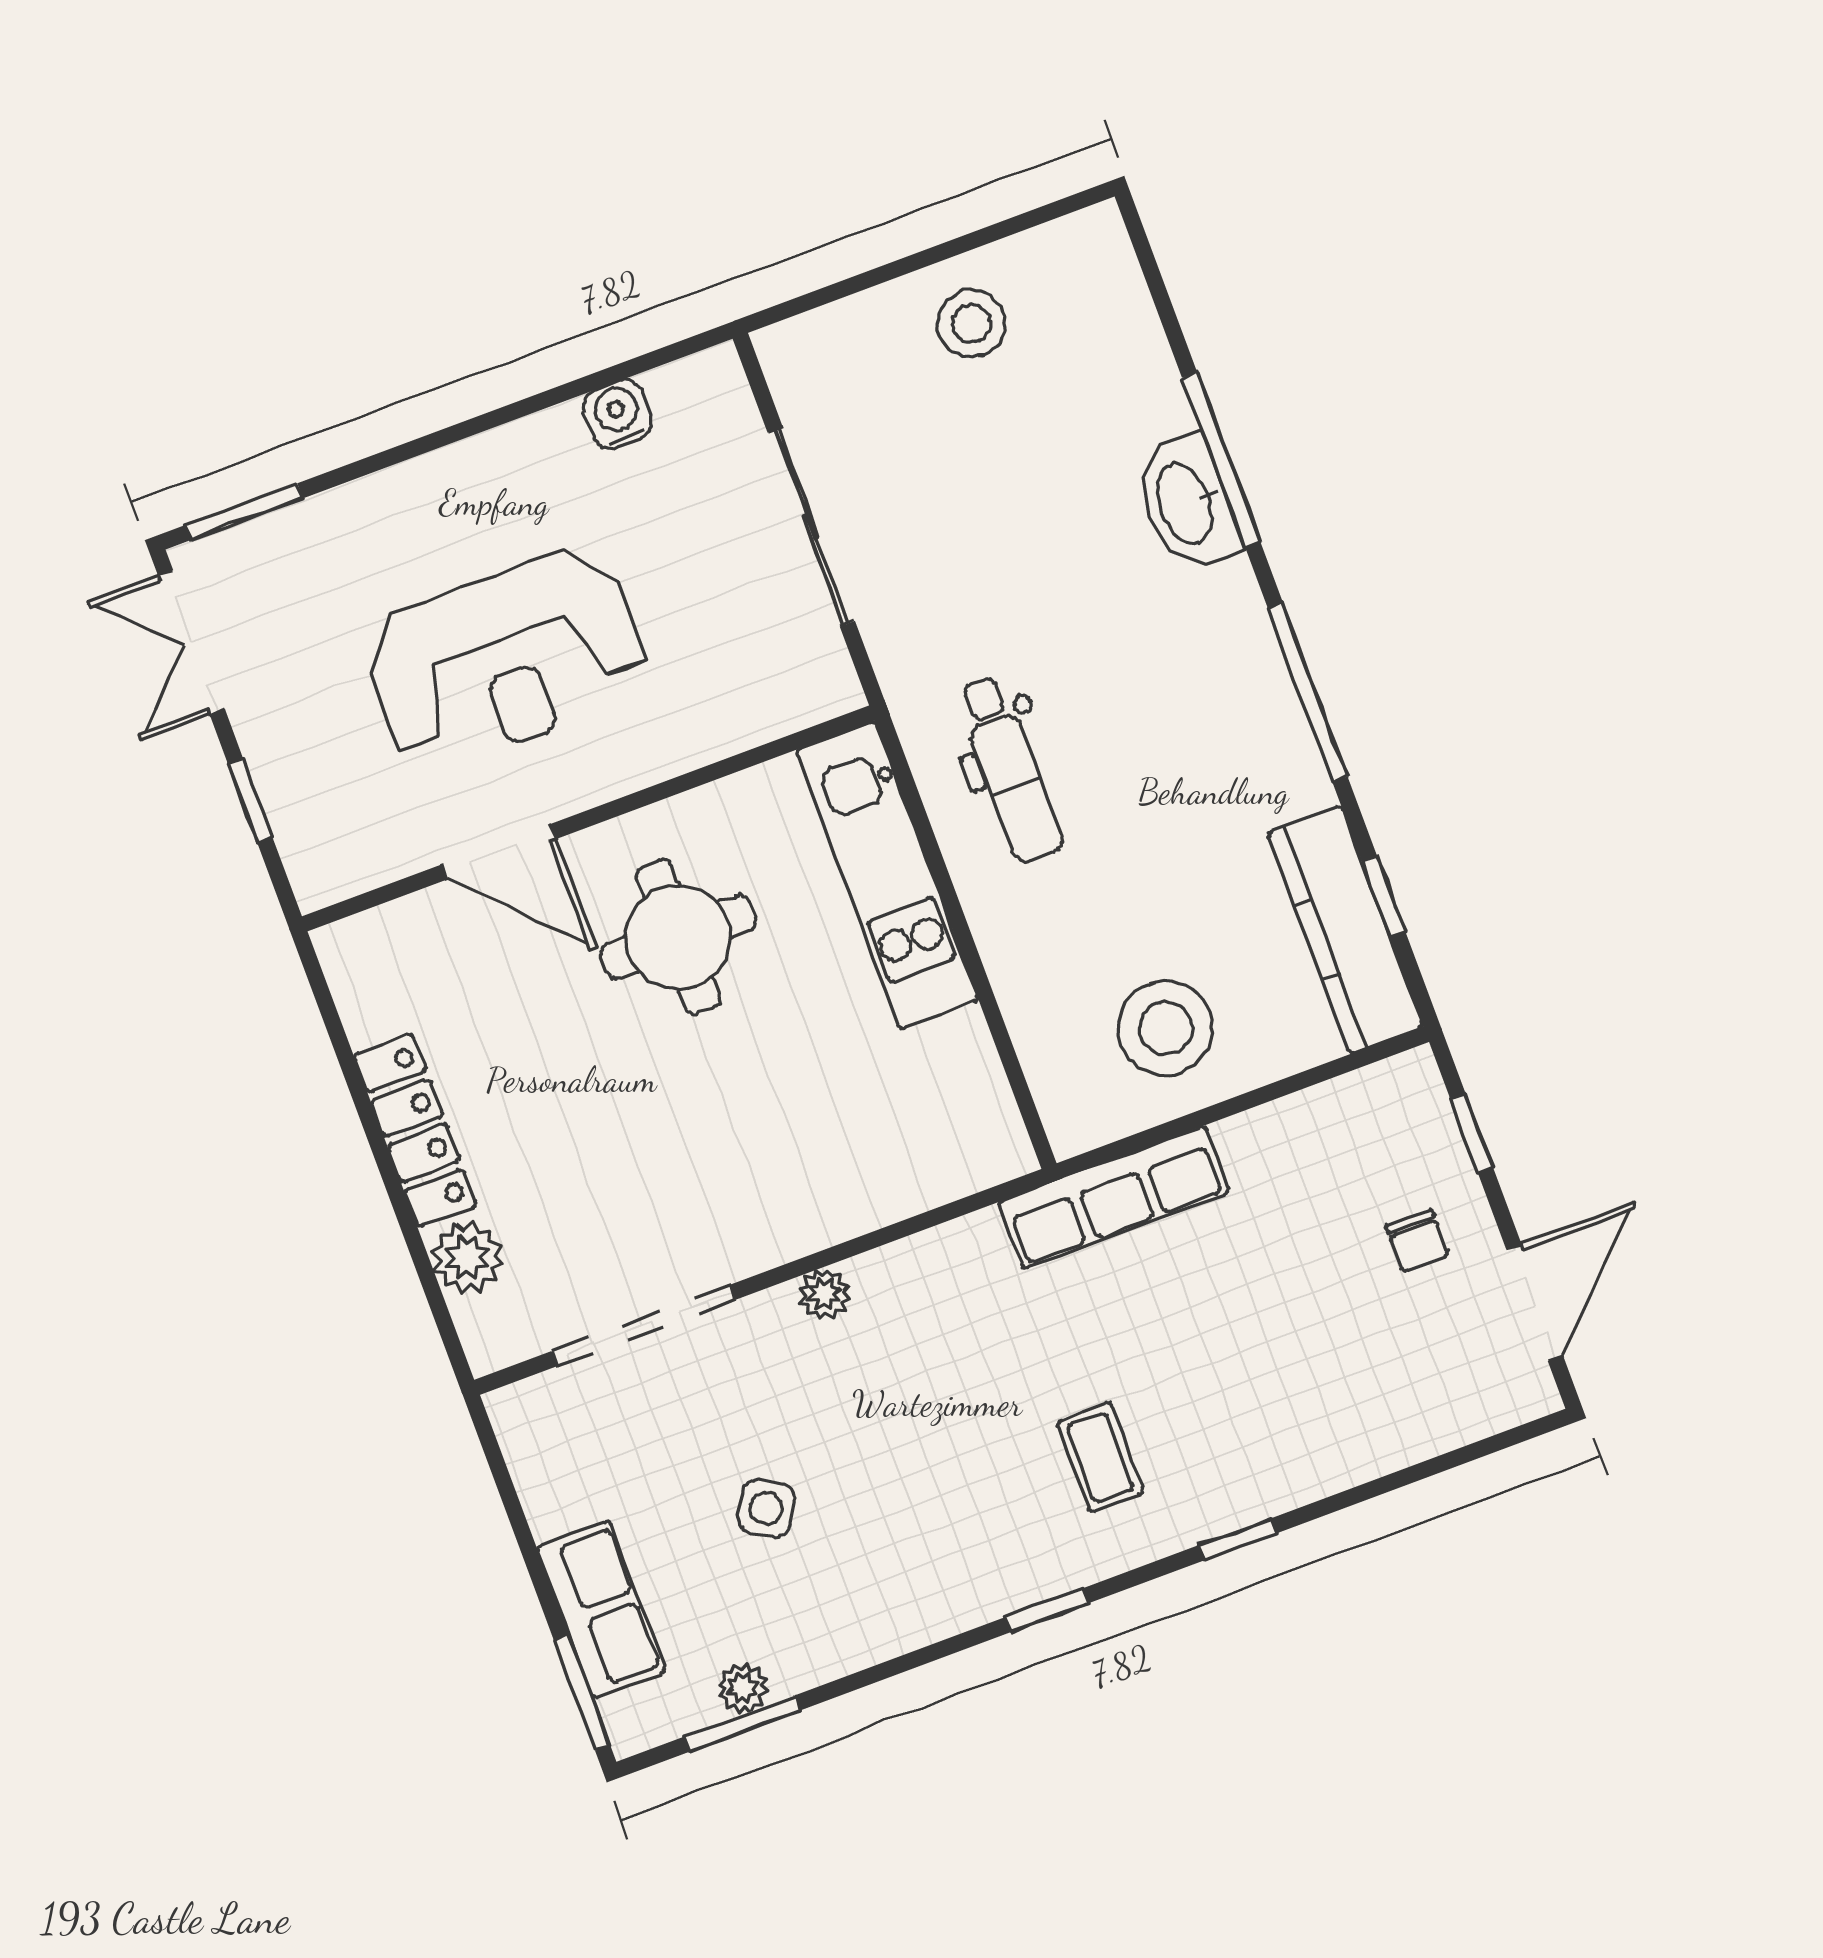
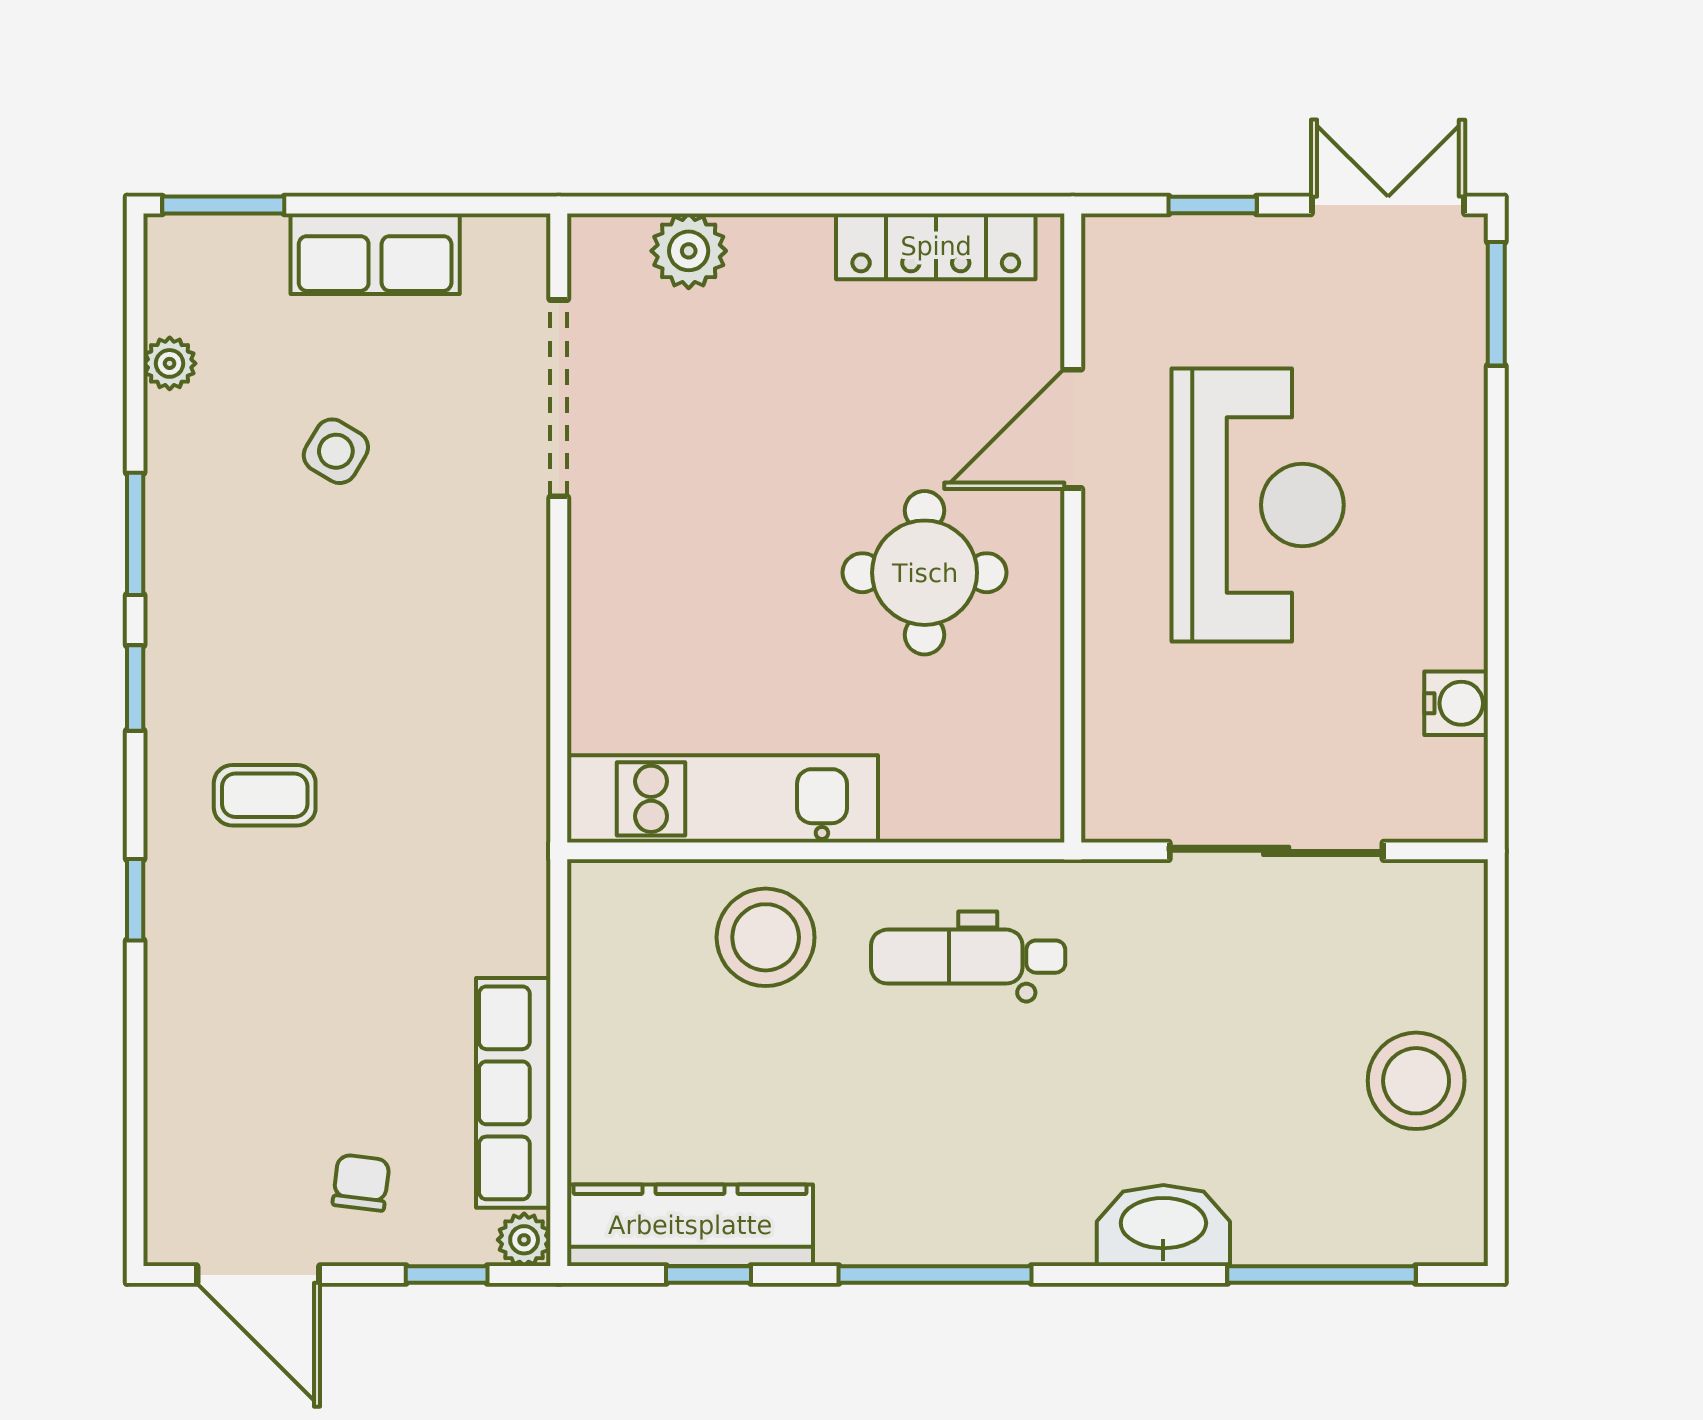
stool: (972, 323) -> (1416, 1081), width x1.38, depth x1.38
window: (1221, 460) -> (1321, 1275), moved
reception desk: (506, 659) -> (1258, 505), turned 180
kitchen unit: (887, 875) -> (722, 799), moved
stool: (1166, 1028) -> (766, 937), moved
locker: (415, 1130) -> (936, 246), moved
row of seats: (1114, 1197) -> (513, 1093), moved
chair: (1417, 1241) -> (361, 1183), turned 97
plant: (824, 1294) -> (524, 1240), moved
row of seats: (601, 1609) -> (375, 254), moved
window: (743, 1723) -> (135, 534), moved

